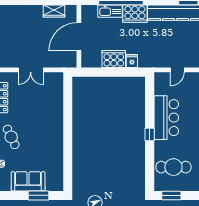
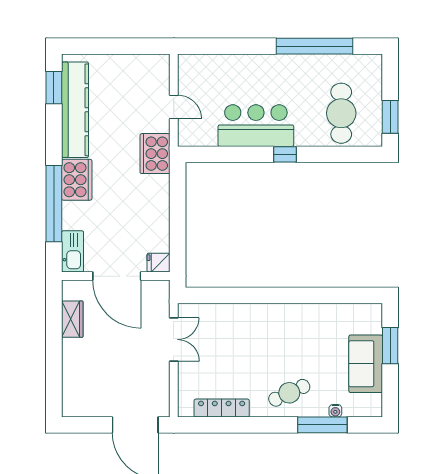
kitchen sink: (110, 11) -> (73, 251), moved
cooker: (114, 59) -> (155, 154), moved
fridge: (132, 61) -> (158, 263), moved
double door: (31, 70) -> (174, 339), moved

